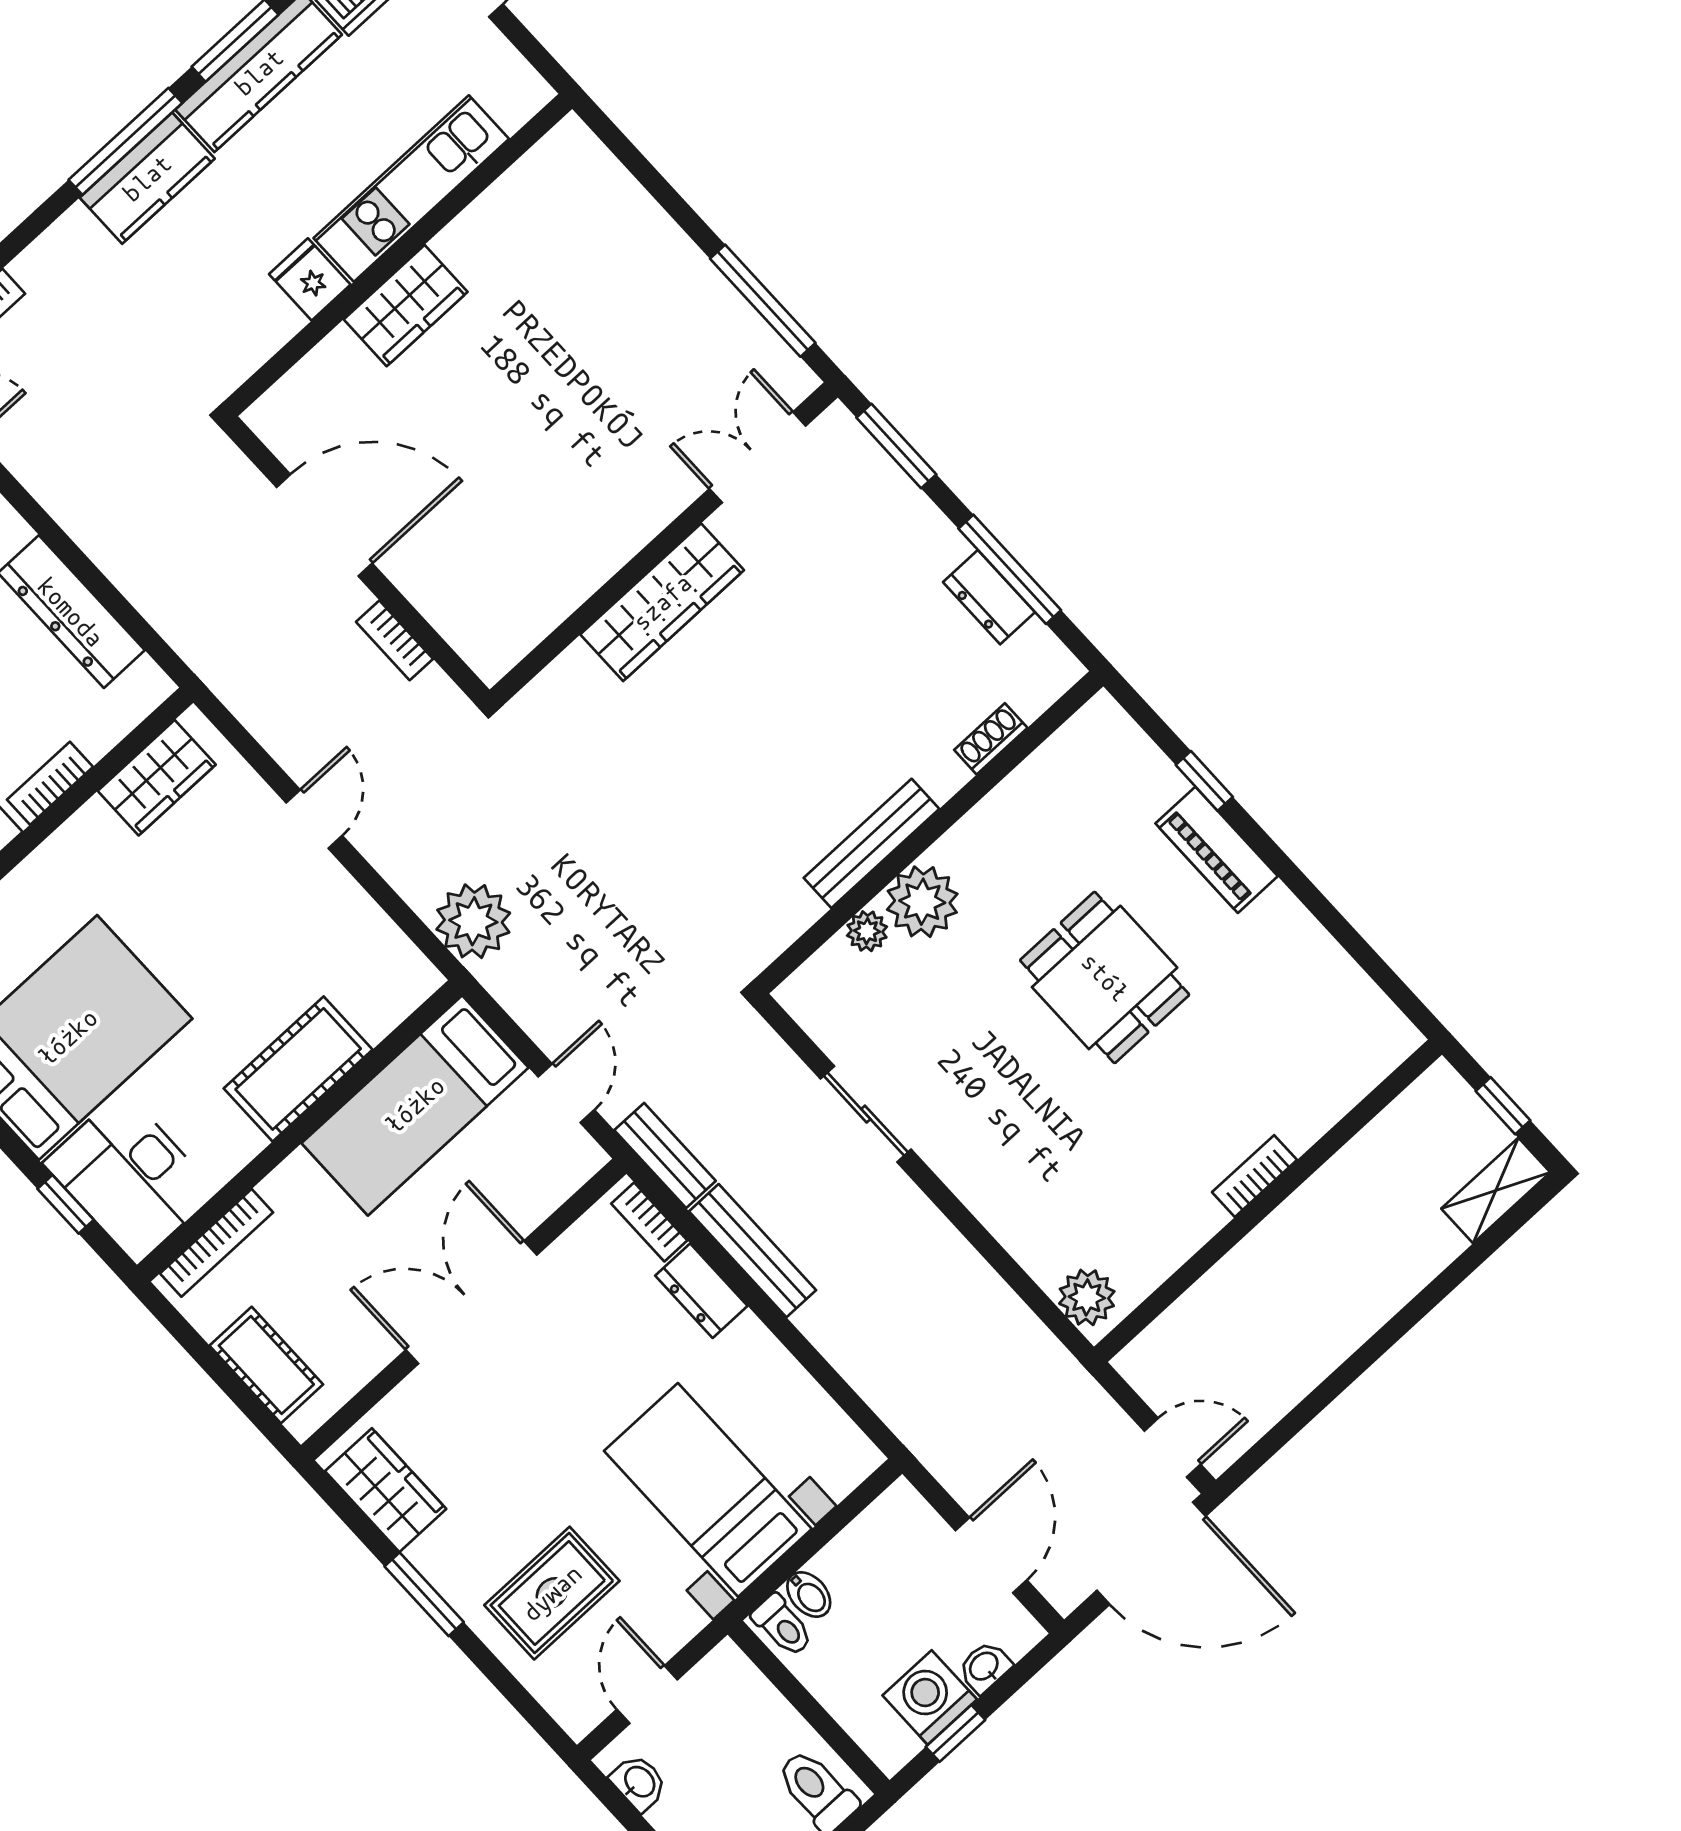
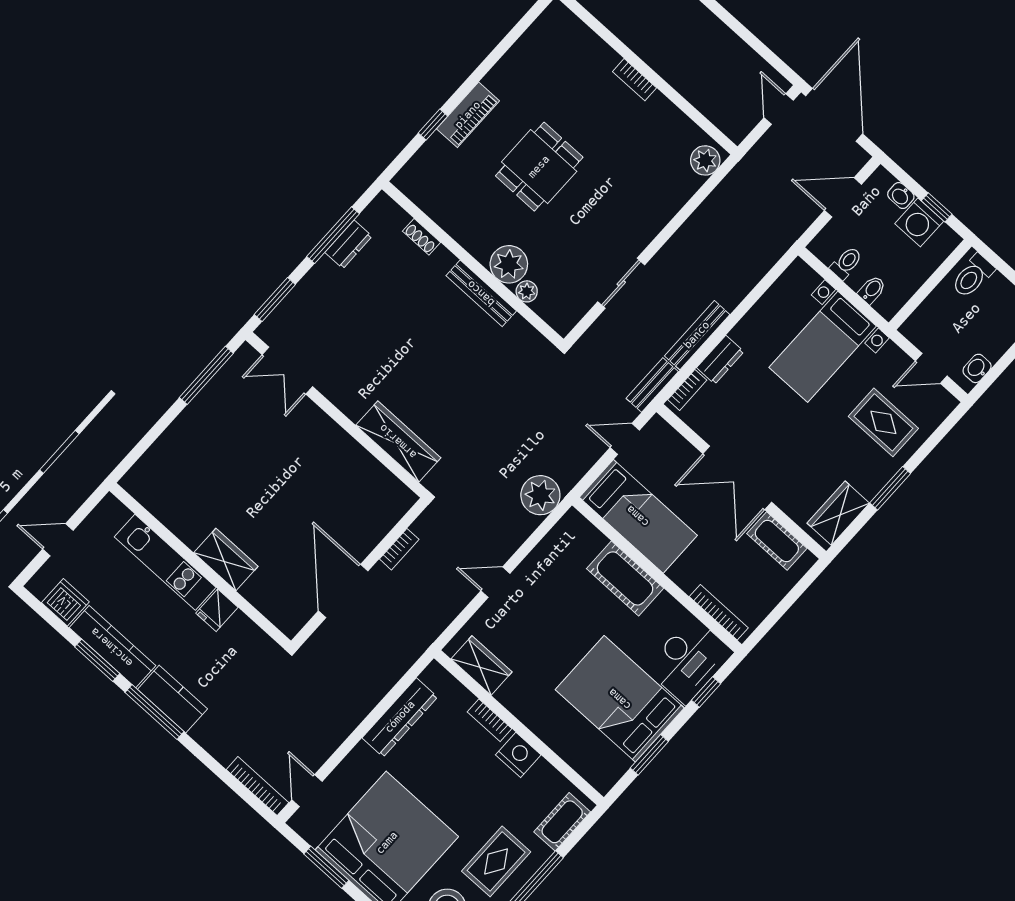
wardrobe: (662, 602) -> (398, 441), moved
cot: (266, 1365) -> (777, 541), moved, turned 90
toilet: (783, 1625) -> (846, 263), moved

